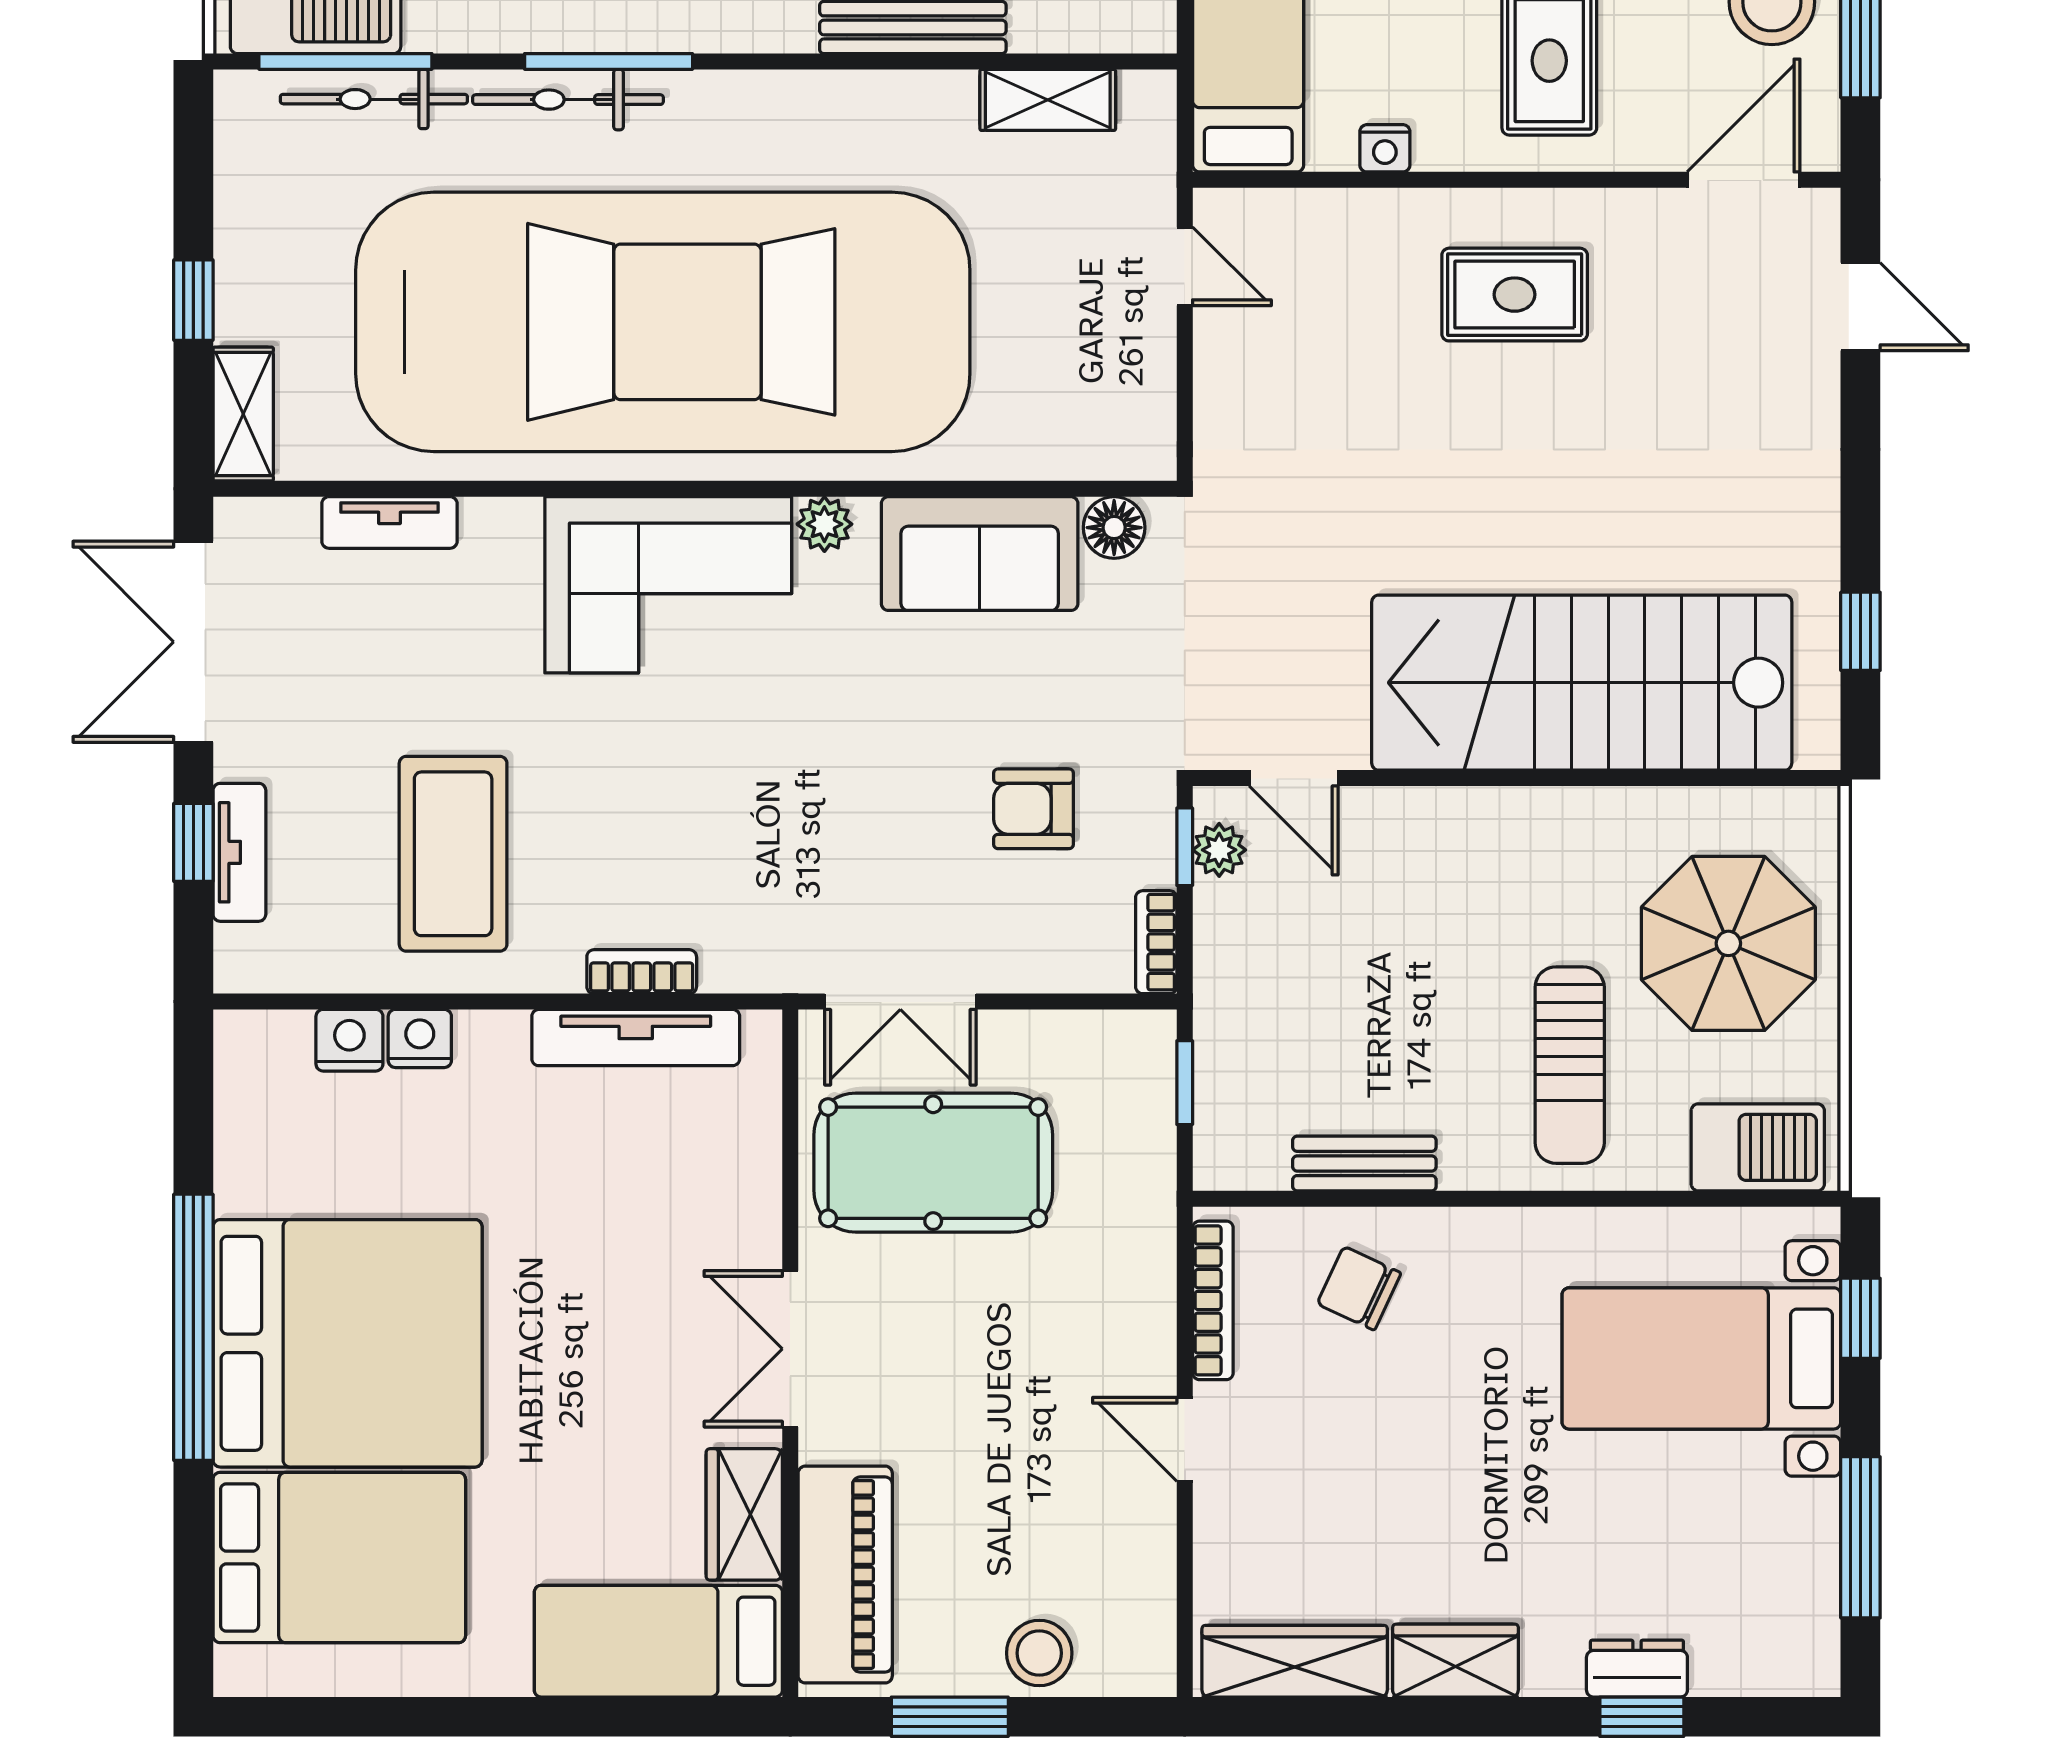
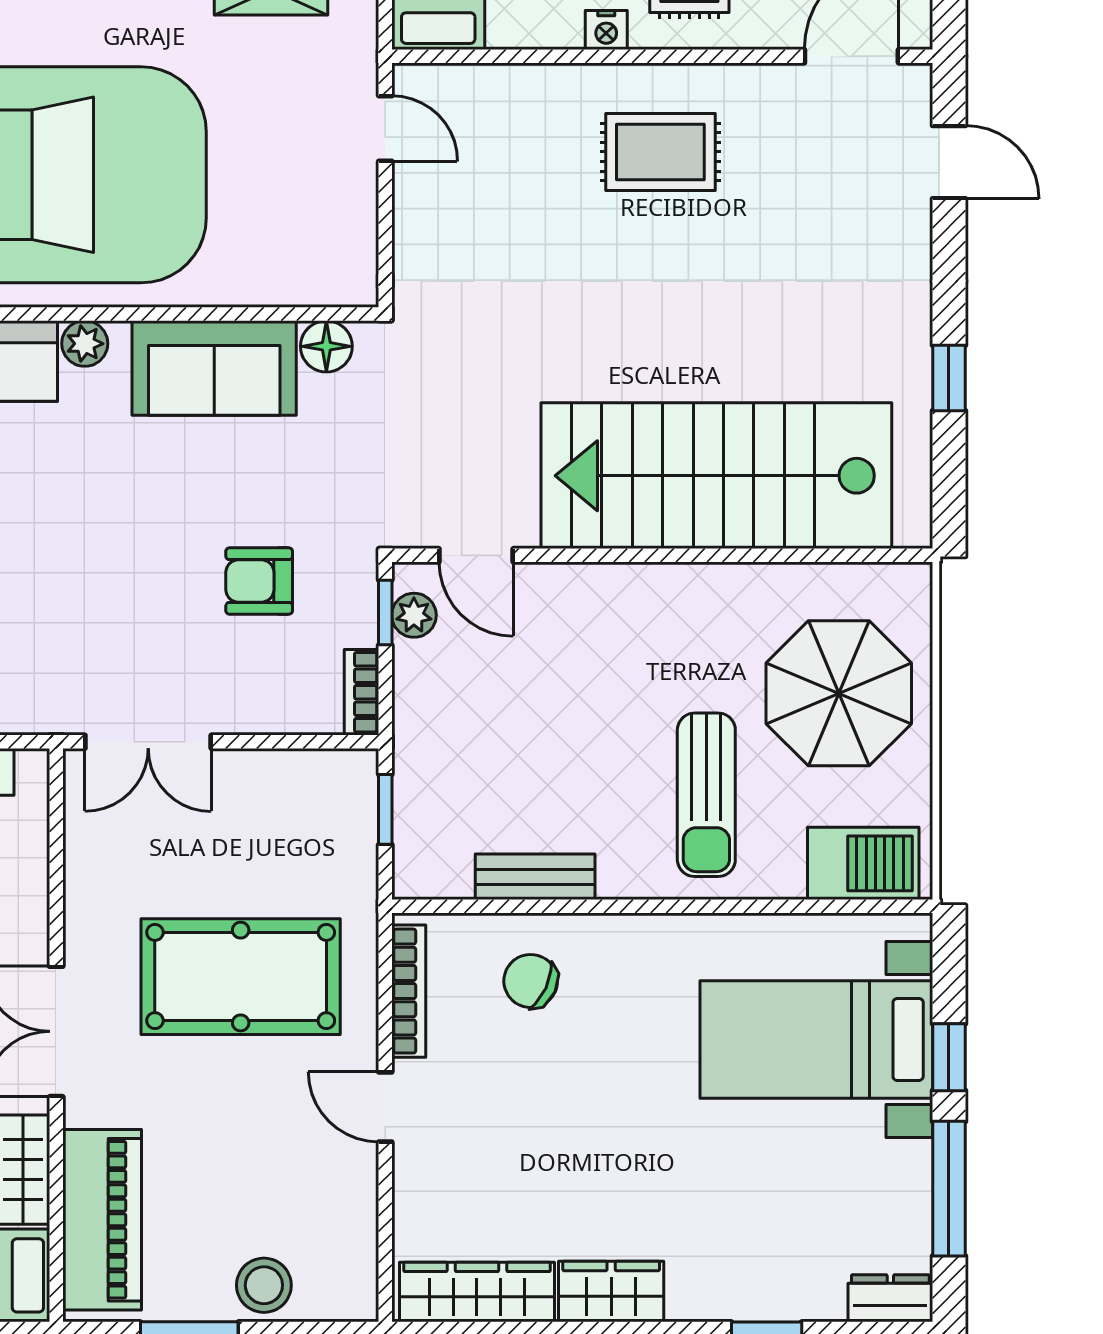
nightstand: (1385, 148) -> (606, 30), moved
window: (1860, 631) -> (949, 378), moved
pool table: (933, 1163) -> (241, 977), moved
window: (1860, 1318) -> (949, 1057), moved
dresser: (1637, 1669) -> (890, 1298), moved

